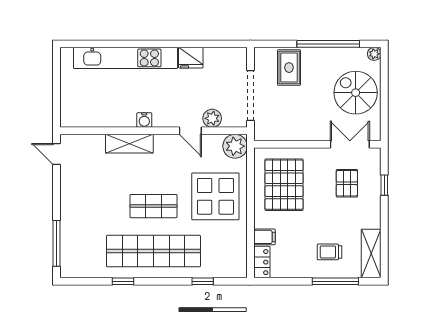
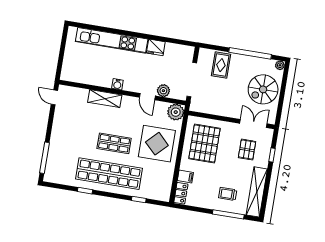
spiral stairs: (356, 93) -> (263, 89), turned -90
shelving: (371, 254) -> (257, 192), width x1.47

